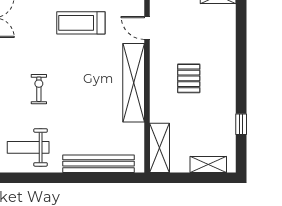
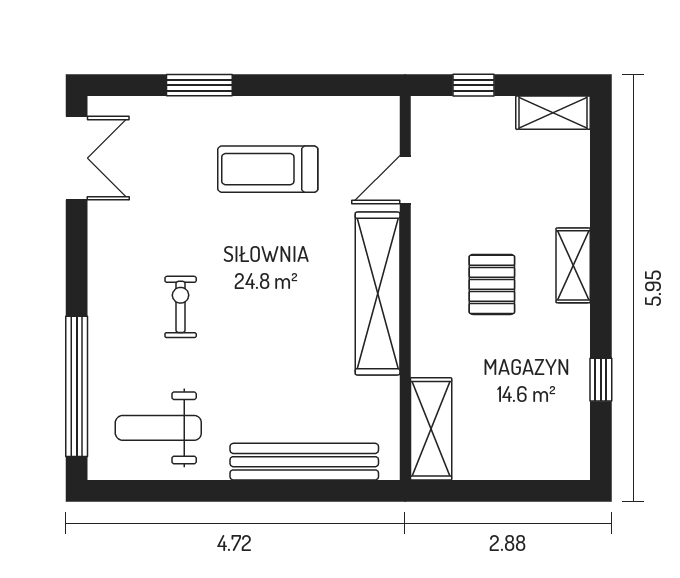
door: (147, 28) -> (405, 180), hinge flipped
shelving: (208, 164) -> (573, 265), moved, turned 90

